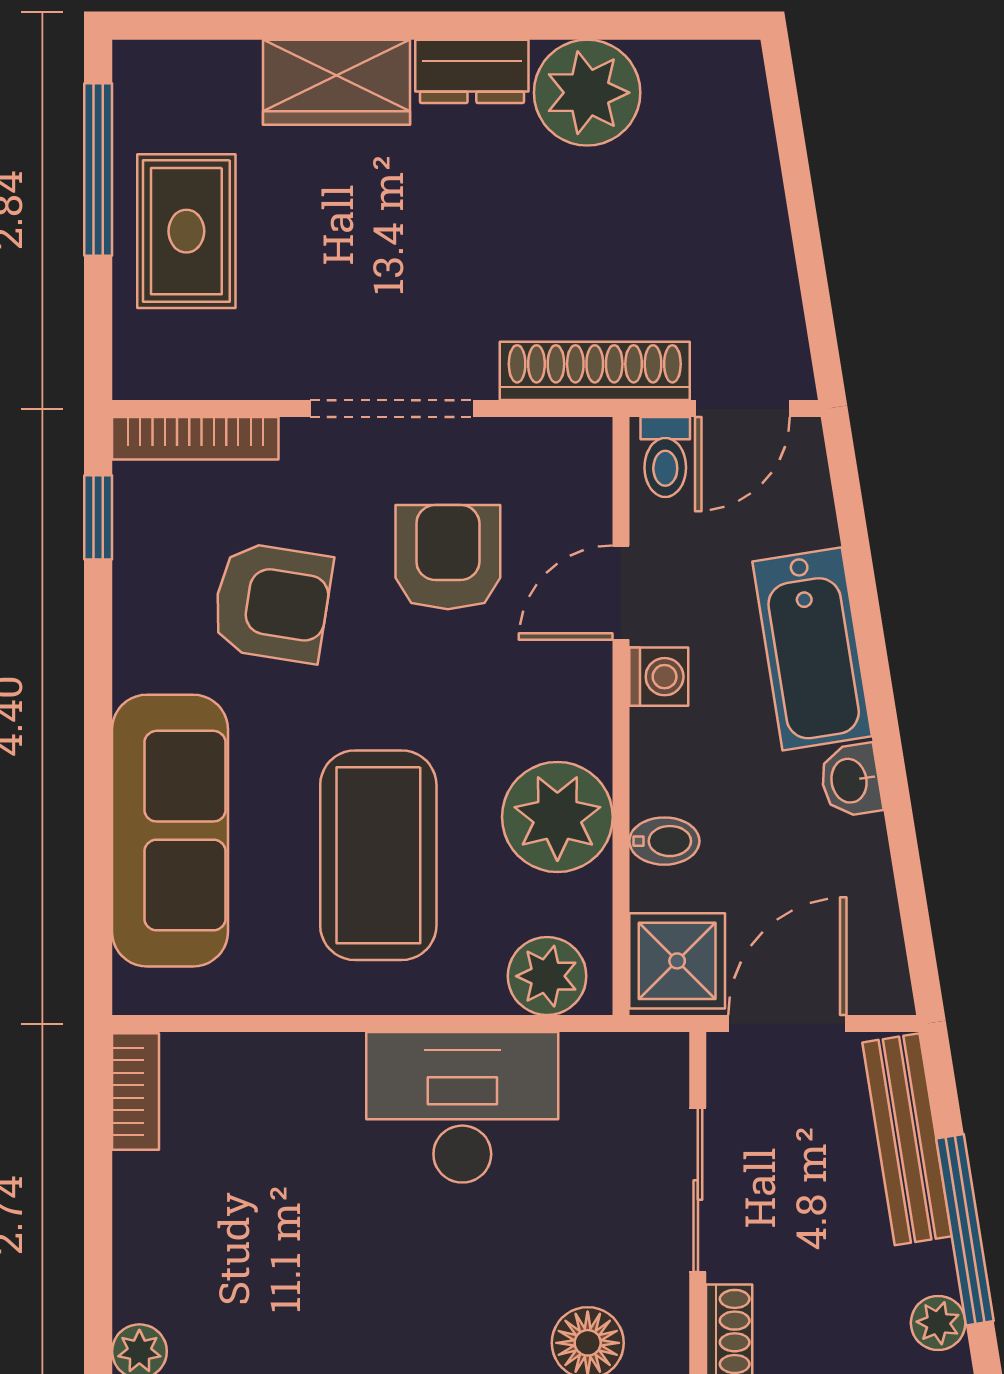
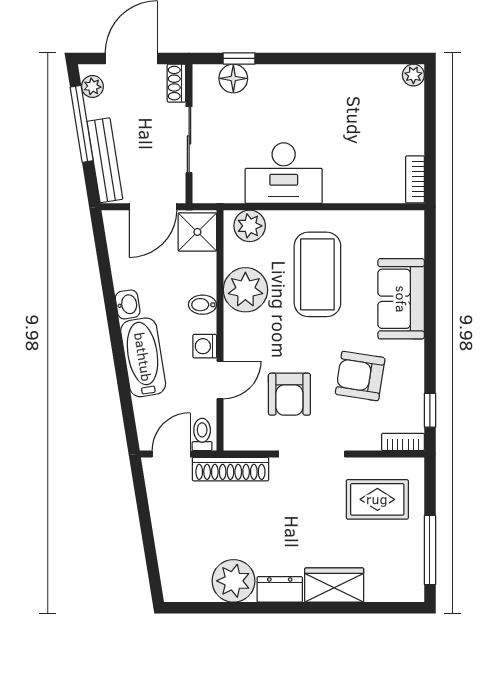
rug: (186, 231) -> (377, 499), moved, turned 90
bookcase: (195, 438) -> (403, 442), width x0.64
sofa: (170, 831) -> (401, 299), width x0.73
bidet: (664, 841) -> (202, 305), moved

